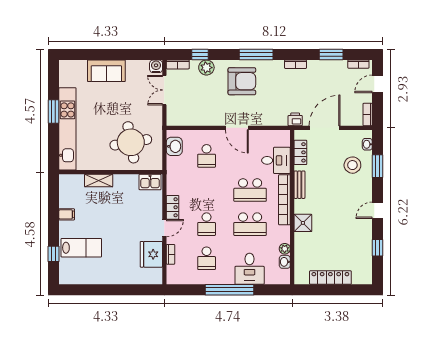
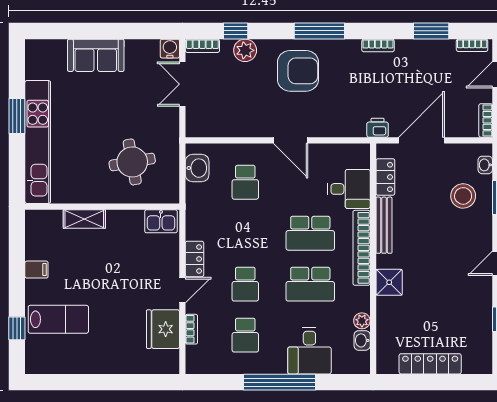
round table: (131, 142) -> (132, 162), width x0.73, depth x0.73
bench: (299, 185) -> (384, 225), width x1.36

